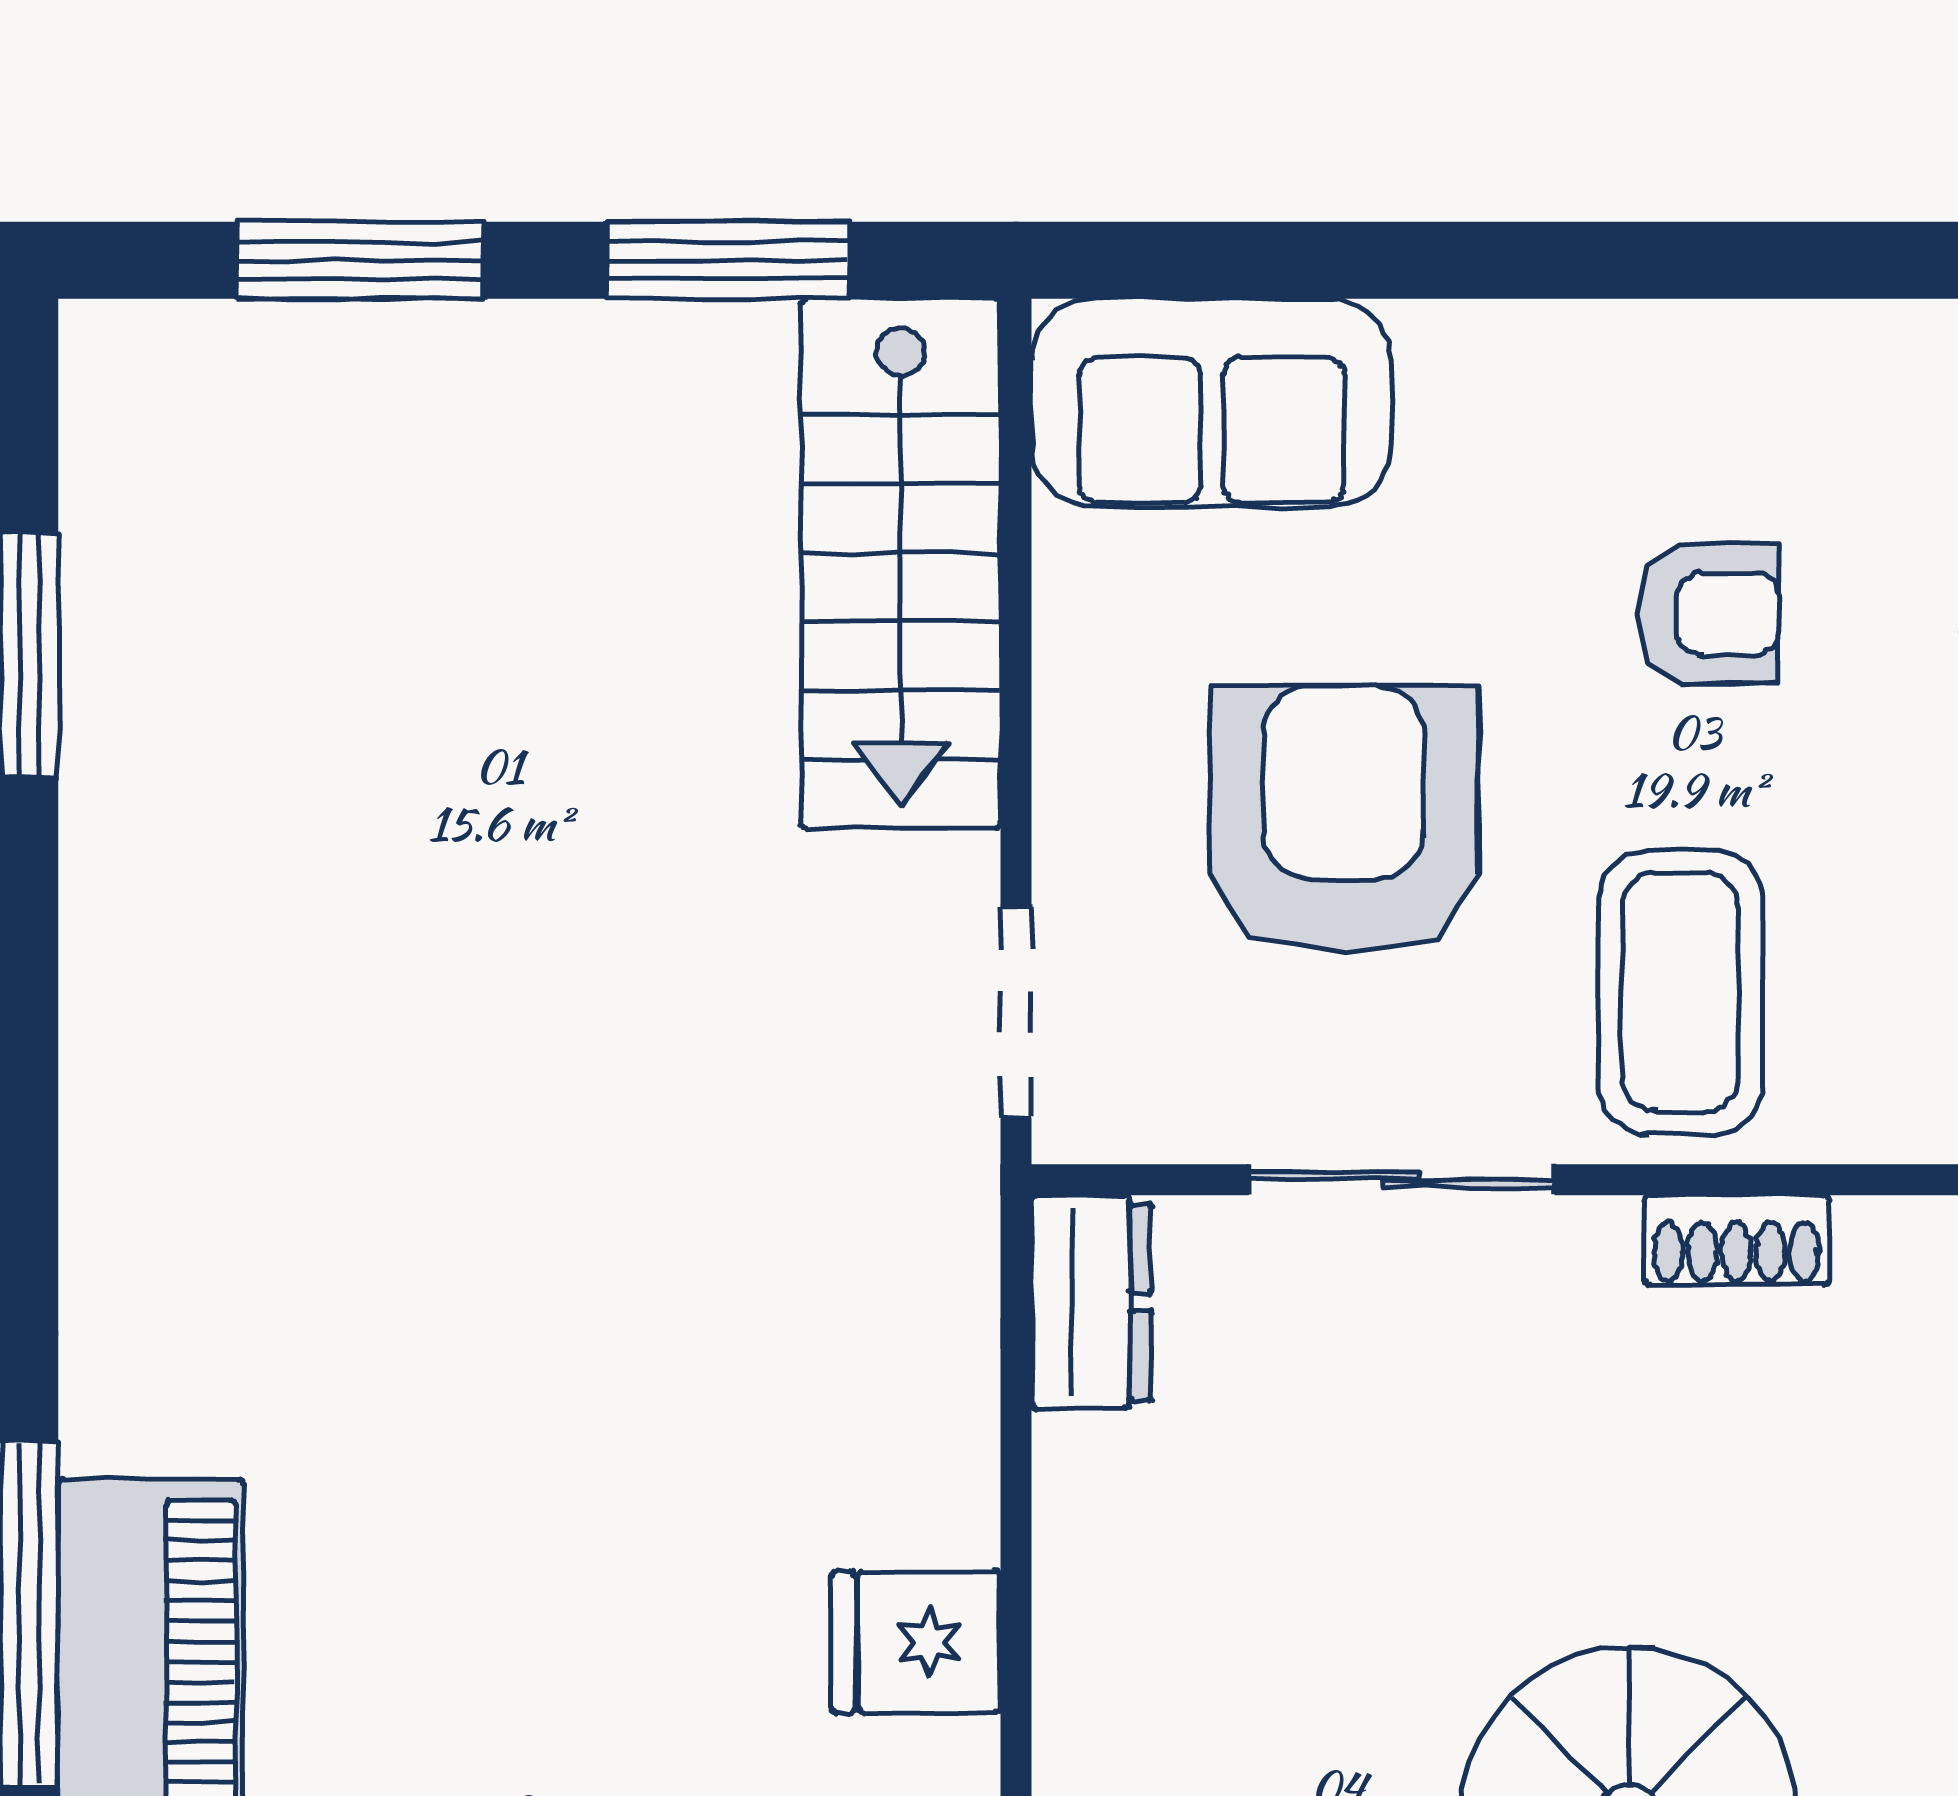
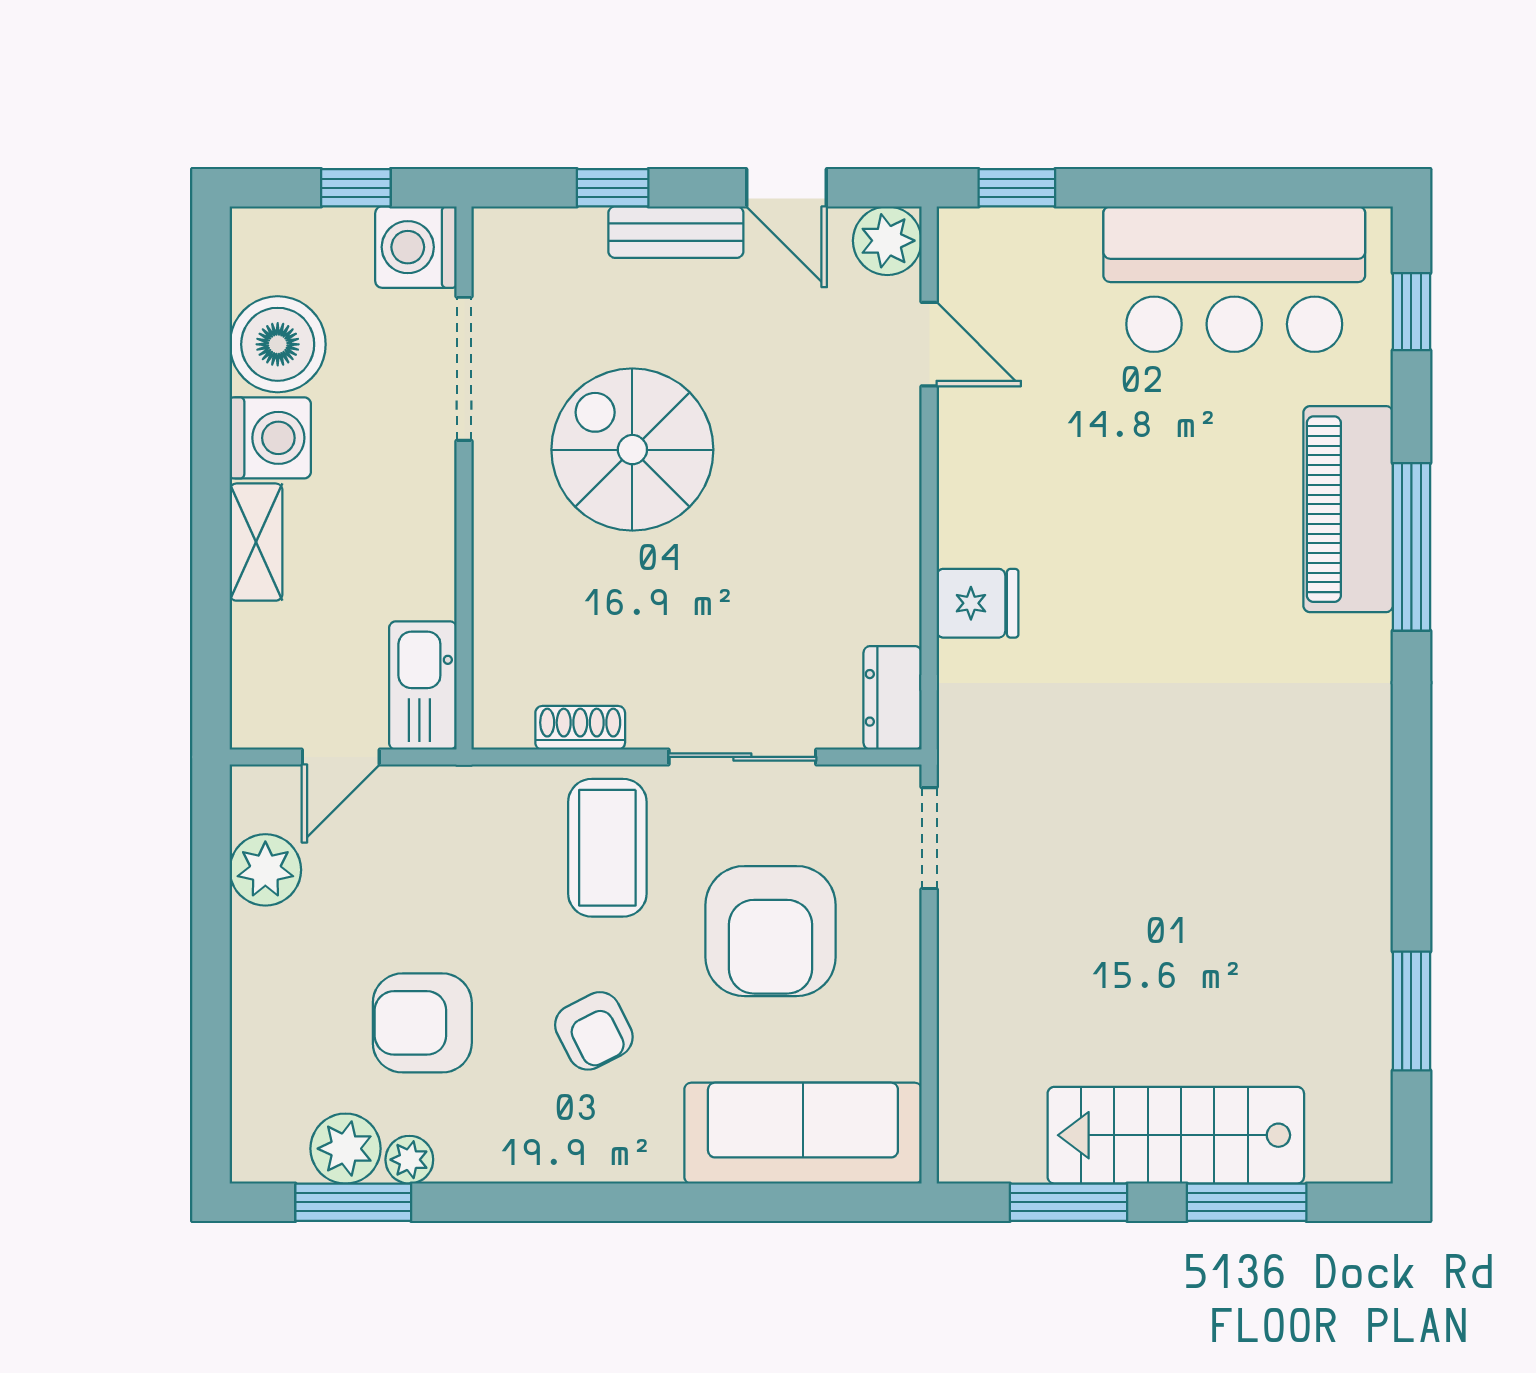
sofa: (1212, 403) -> (803, 1133), width x1.36
stairs: (901, 563) -> (1176, 1135), moved, turned -90
armchair: (1708, 614) -> (594, 1031), turned -117
fridge: (916, 1642) -> (977, 603), moved

